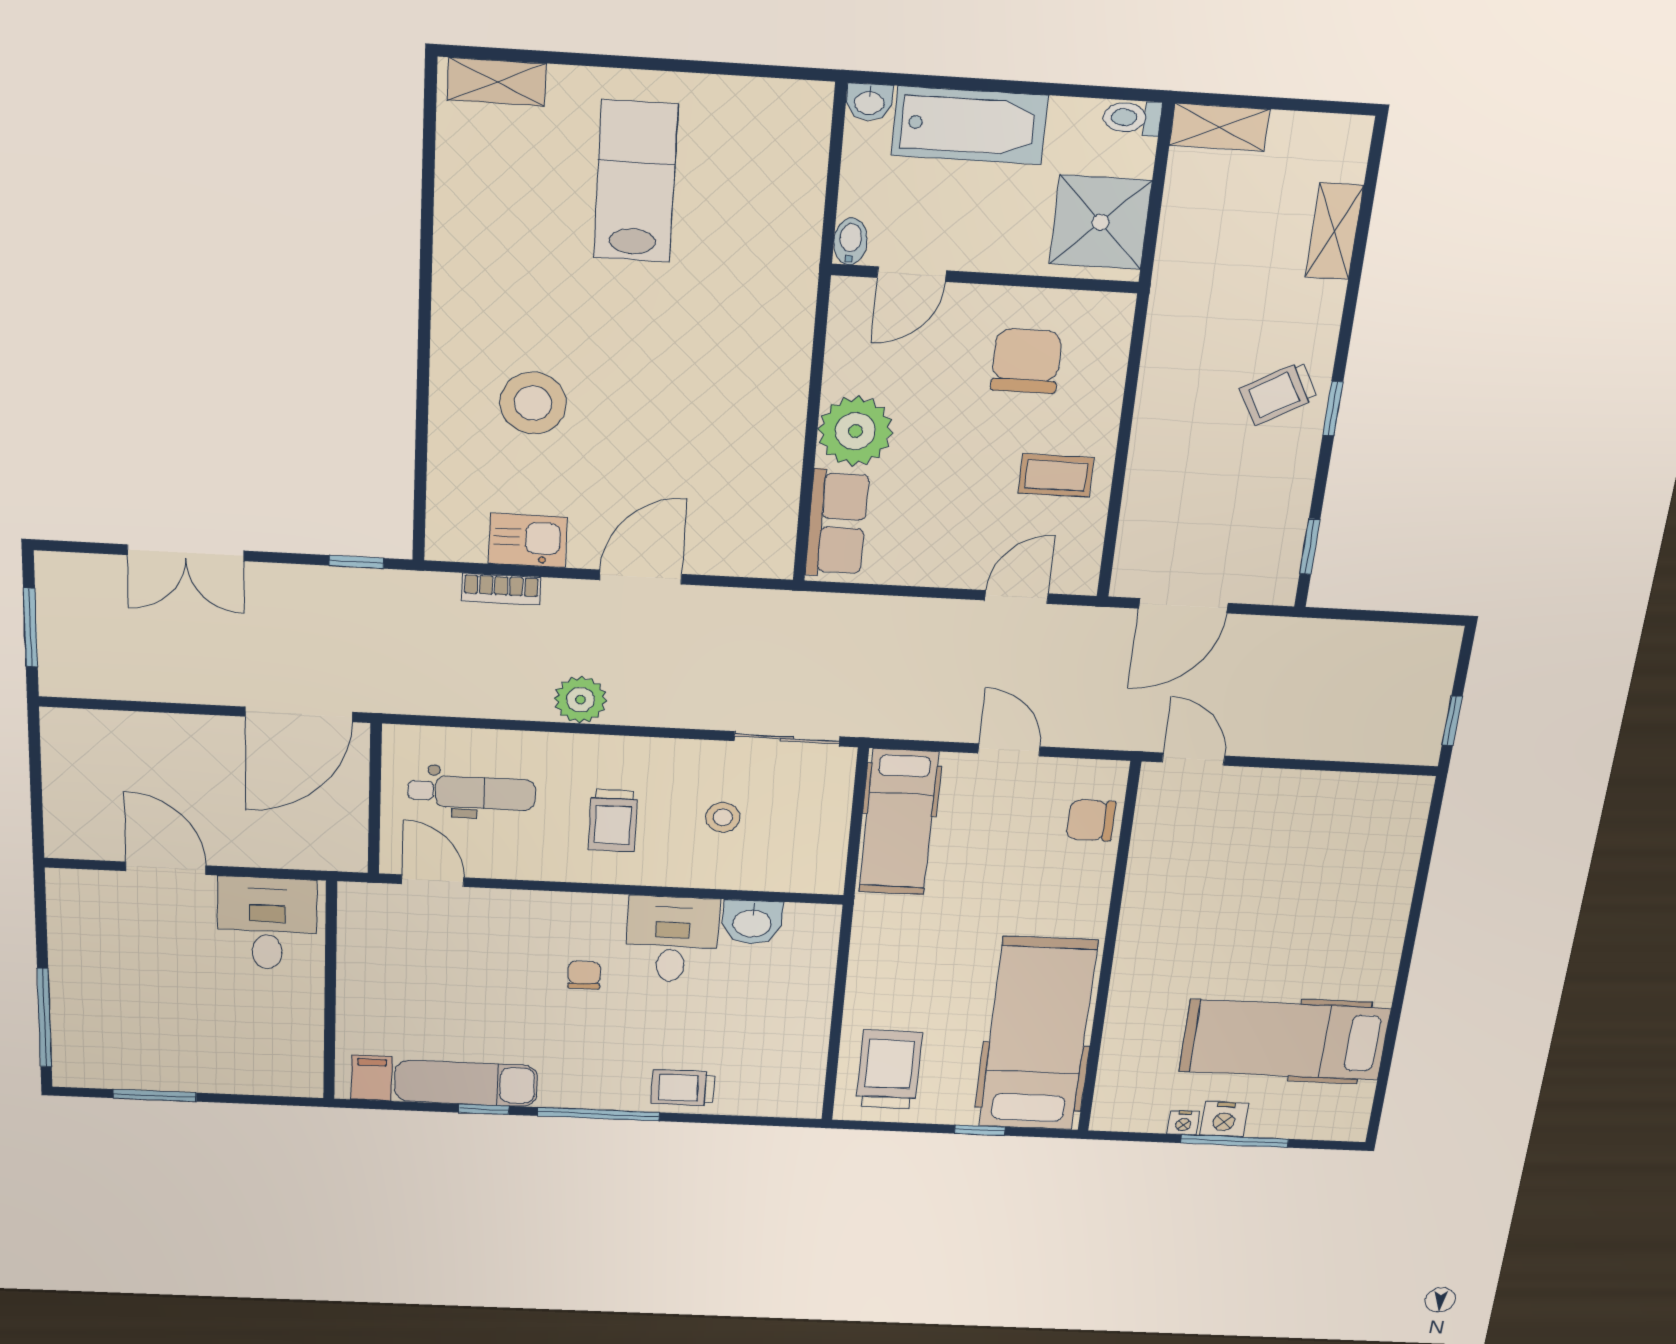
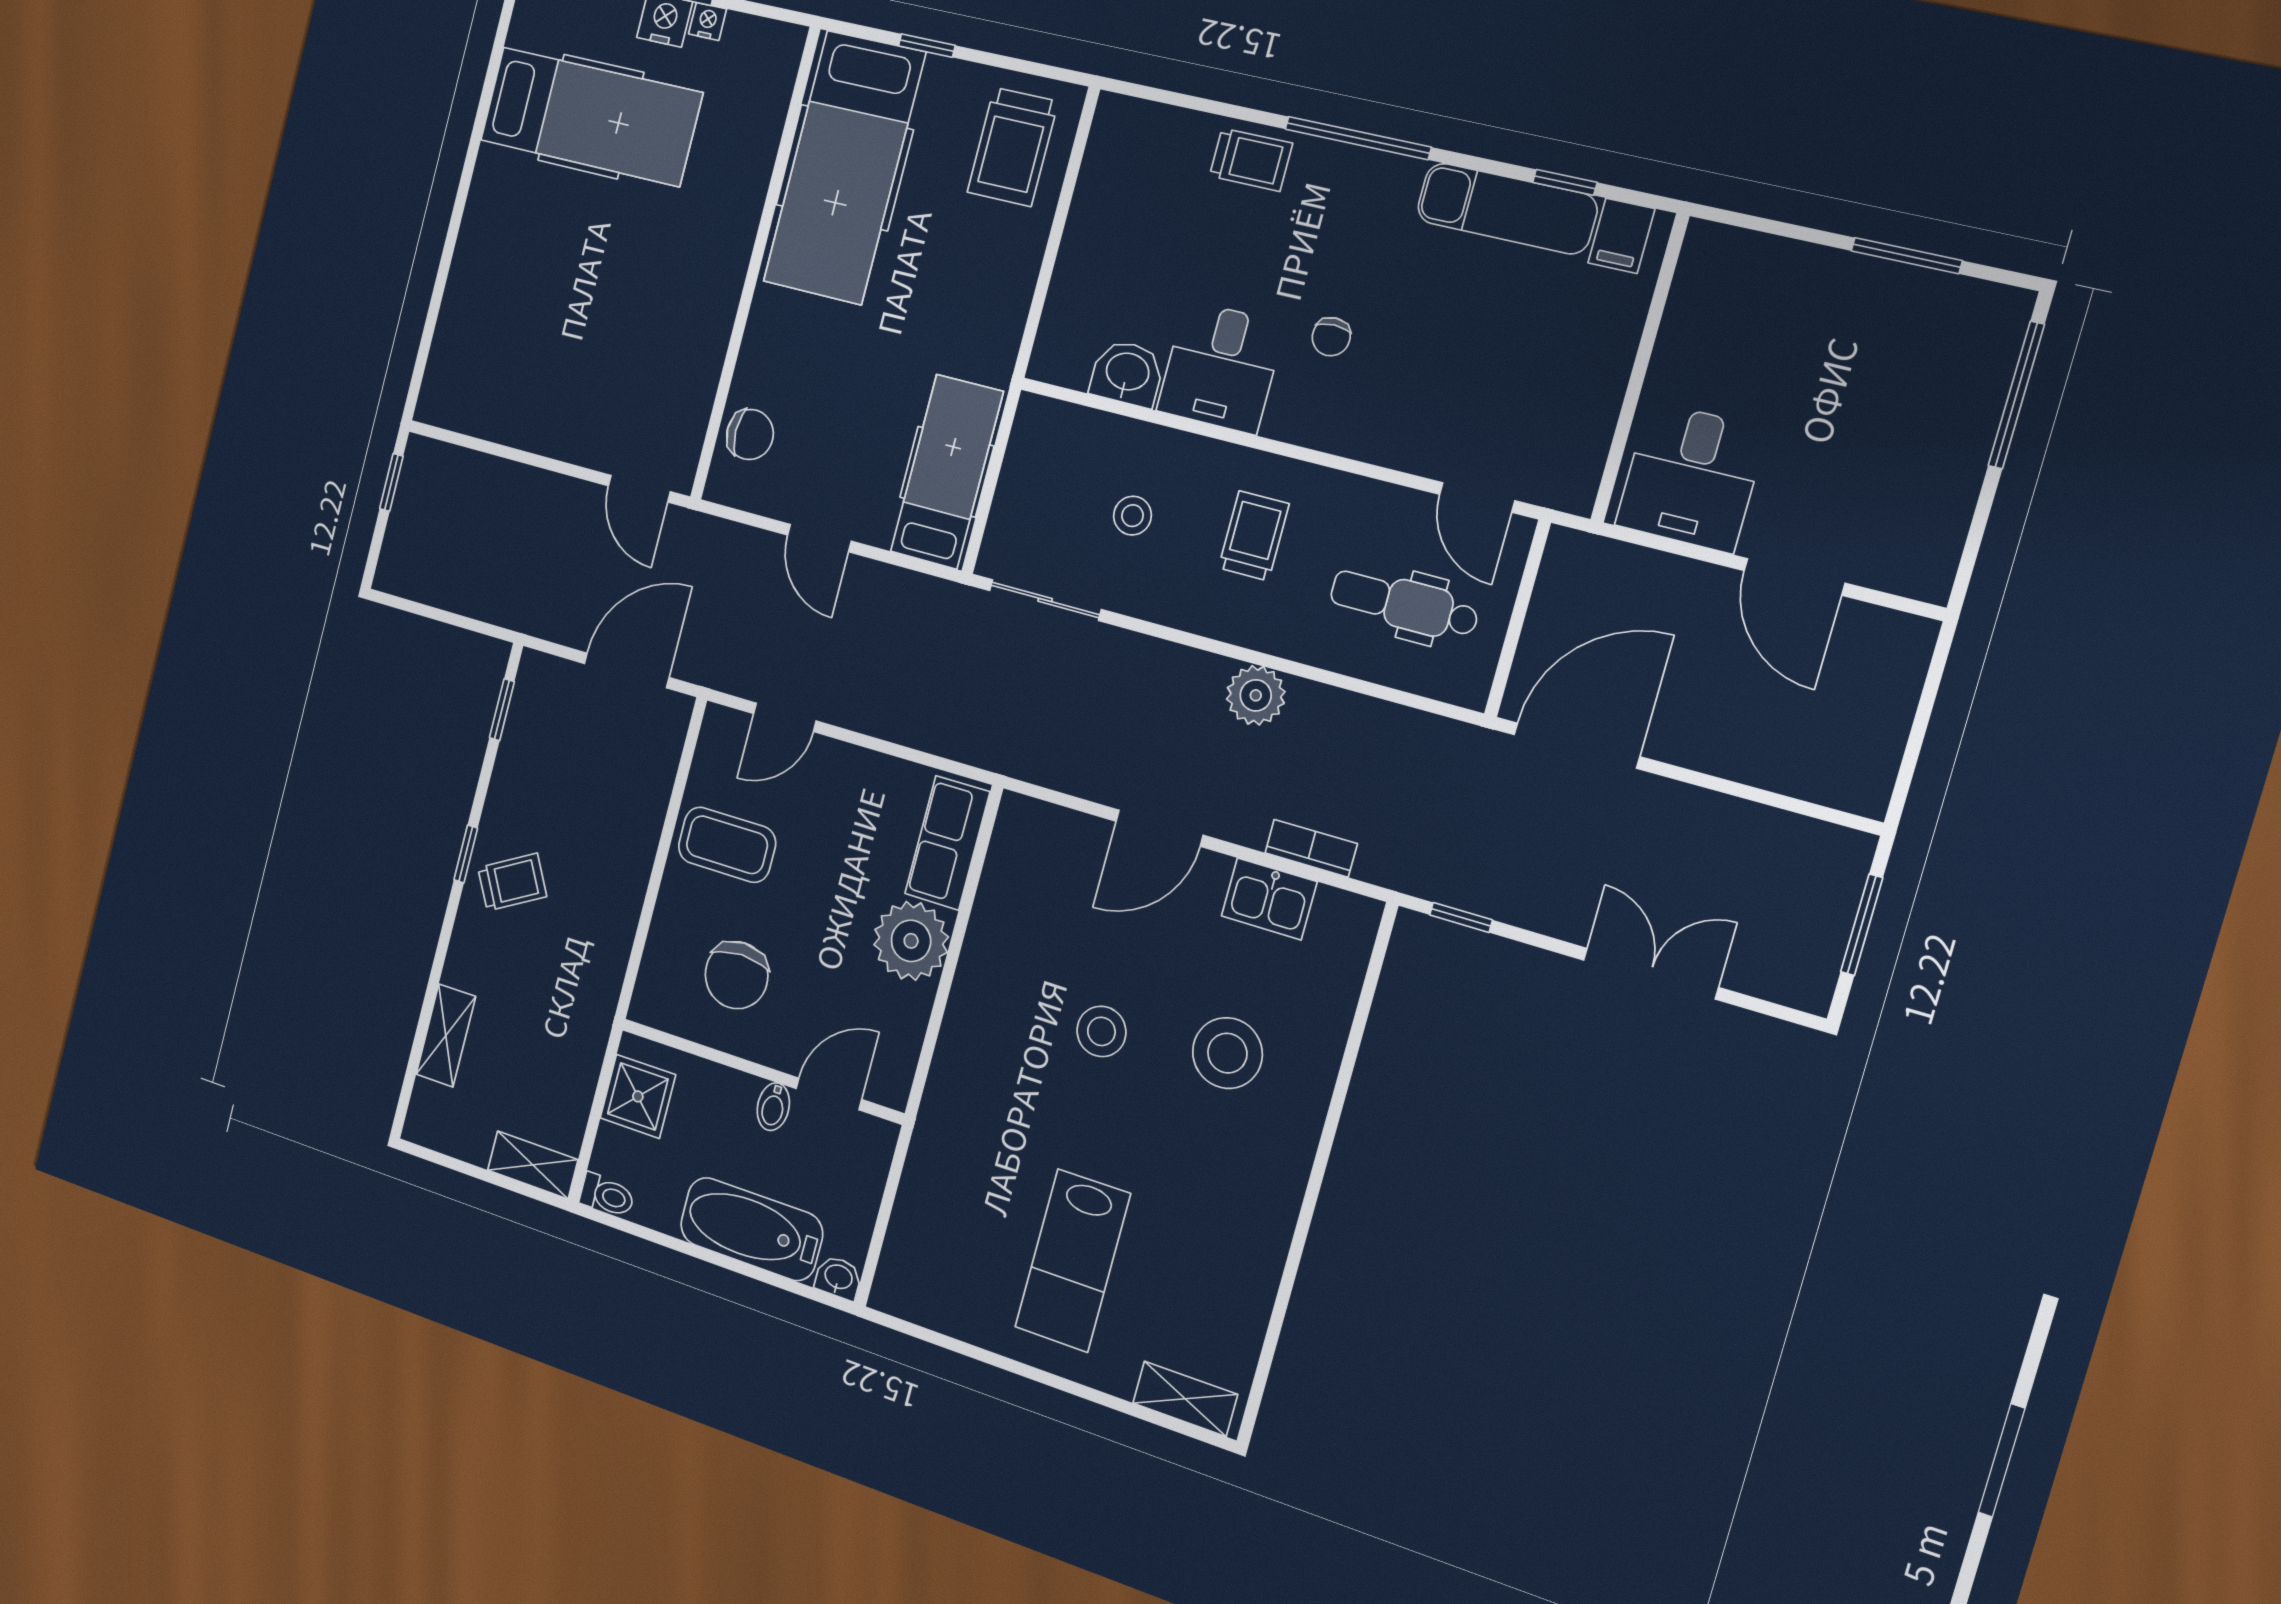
shower: (1100, 222) -> (638, 1096), width x0.73, depth x0.73
bidet: (850, 241) -> (773, 1107), moved
stool: (655, 394) -> (1101, 1031), added
coffee table: (1056, 475) -> (727, 845), width x1.36, depth x1.30
window: (484, 1109) -> (1565, 182), moved

